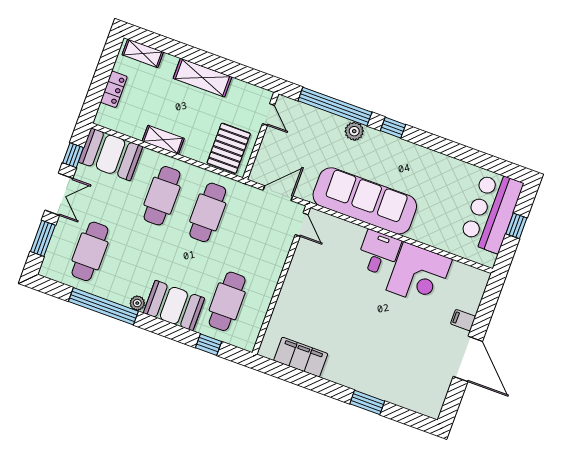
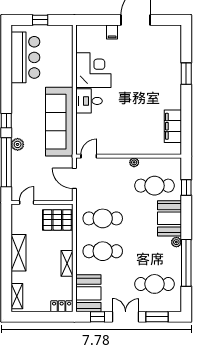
locker: (114, 89) -> (62, 306), moved
bar counter: (491, 212) -> (25, 57), moved, turned -90
plant: (270, 285) -> (134, 162), added

